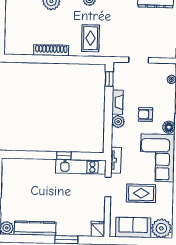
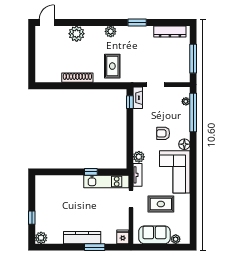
fireplace: (117, 102) -> (138, 98), moved
plant: (118, 122) -> (139, 157), moved
kitchen counter: (35, 228) -> (82, 238), moved
plant: (161, 228) -> (176, 239), width x0.53, depth x0.53

